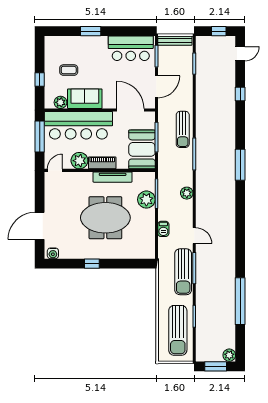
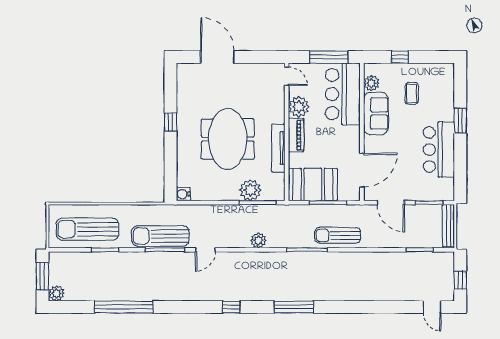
bar counter: (131, 48) -> (439, 150), moved
window: (240, 94) -> (231, 307), moved
bar counter: (78, 125) -> (343, 94), width x0.73
barbecue: (163, 229) -> (214, 211), removed
water cooler: (53, 253) -> (183, 194), moved

